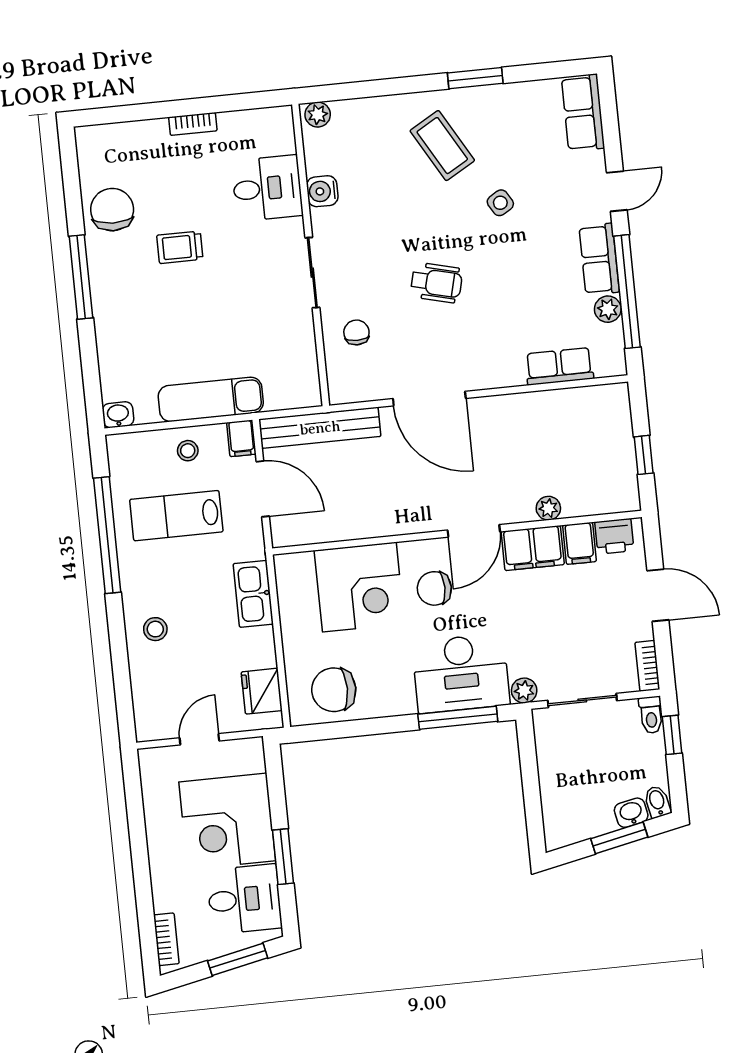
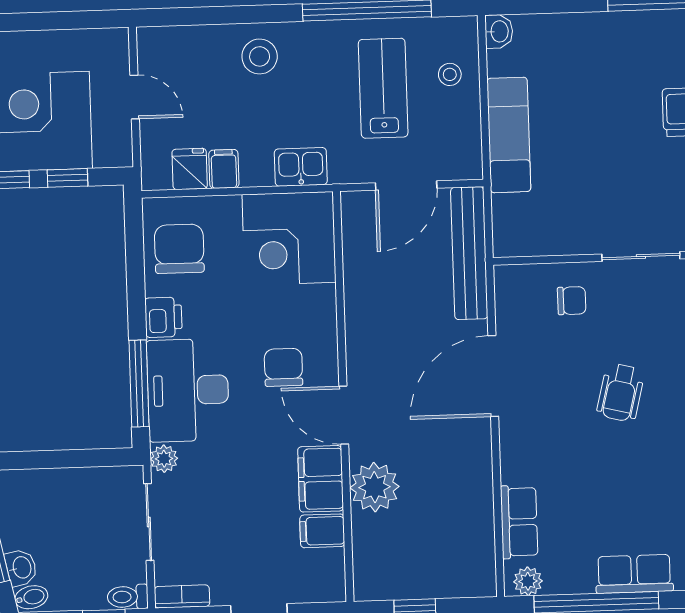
plant: (608, 309) -> (528, 581), moved
filing cabinet: (241, 438) -> (224, 169), moved, turned 90
stool: (188, 451) -> (450, 74), moved
plant: (548, 508) -> (375, 487), width x1.88, depth x1.88
printer: (614, 536) -> (163, 317), moved, turned 180
corner desk: (359, 587) -> (289, 238), moved
kitchen sink: (253, 594) -> (301, 167), width x0.73
stool: (155, 629) -> (260, 56), width x1.37, depth x1.37
fridge: (262, 691) -> (190, 169), width x0.72
window: (277, 795) -> (67, 178), added

